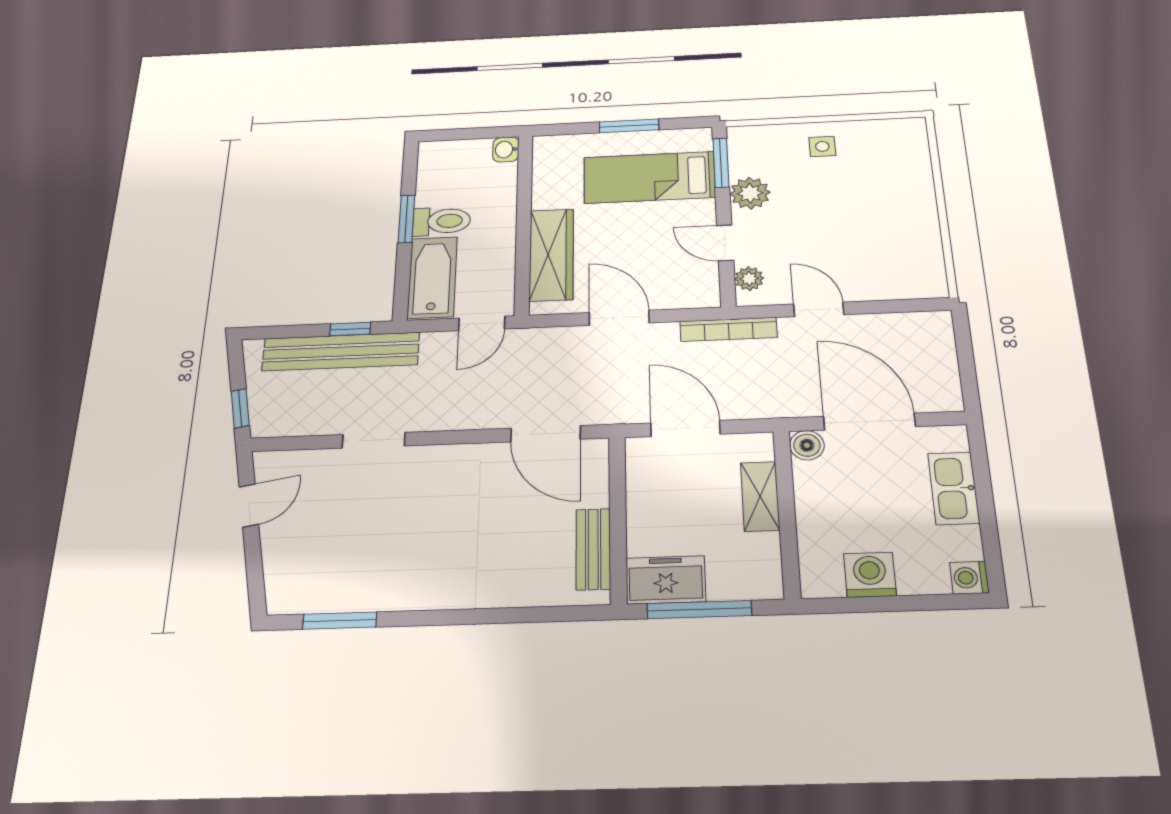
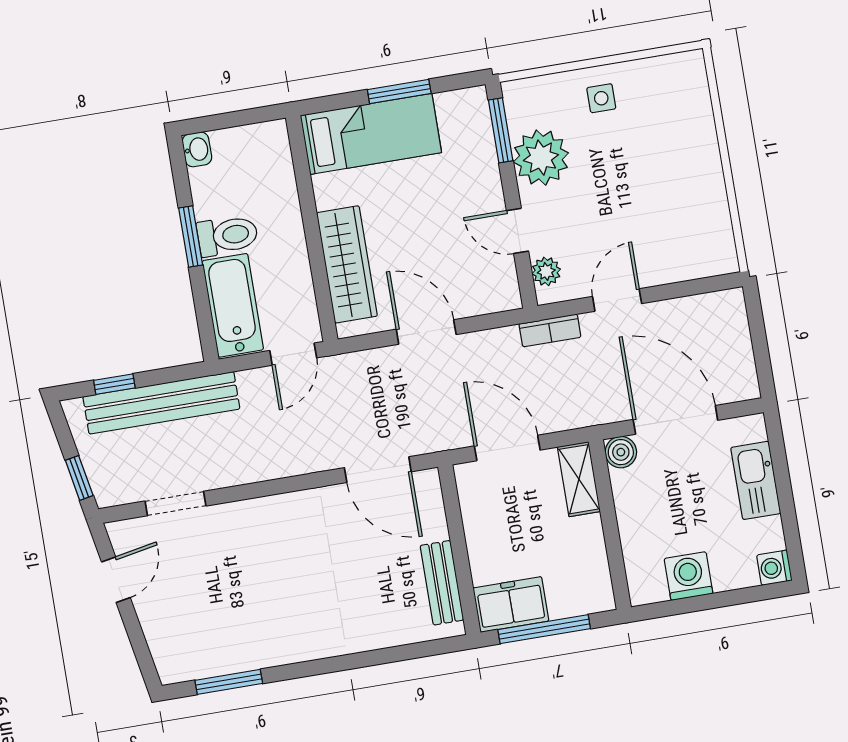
washbasin: (506, 149) -> (197, 149), moved, turned 180
bed: (649, 177) -> (371, 134), moved, turned 180
plant: (750, 193) -> (541, 158), width x1.36, depth x1.36
door: (819, 309) -> (617, 300), hinge flipped
window: (350, 329) -> (114, 384), moved
bookcase: (729, 329) -> (550, 330), width x0.64
doorway: (374, 440) -> (176, 504), moved
shelving: (760, 496) -> (579, 479), moved

